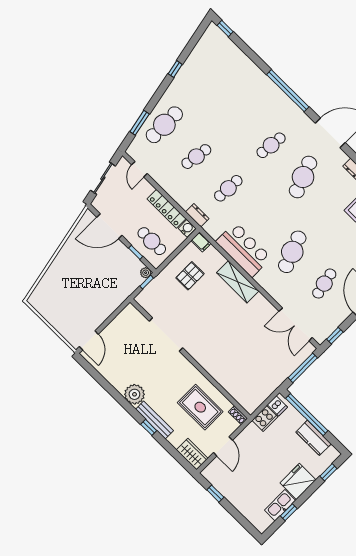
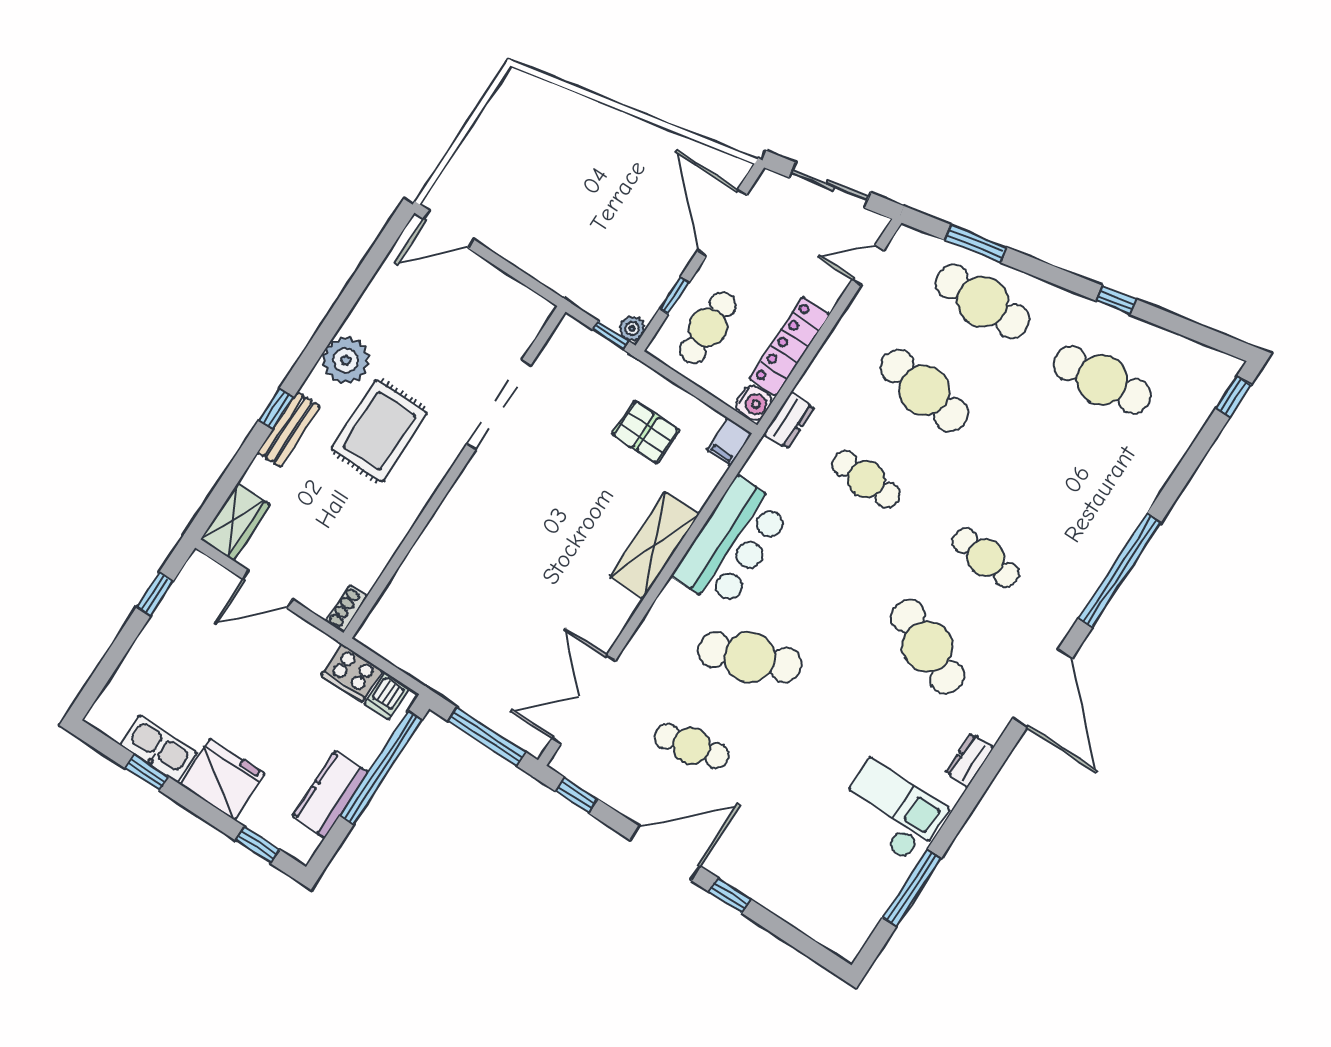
cafe table: (207, 82) -> (1102, 380), added
cafe table: (196, 157) -> (924, 390), width x1.37, depth x1.35
cafe table: (303, 177) -> (928, 647), turned 45
rug: (200, 407) -> (379, 431), moved
bench: (154, 420) -> (289, 430), width x0.73

